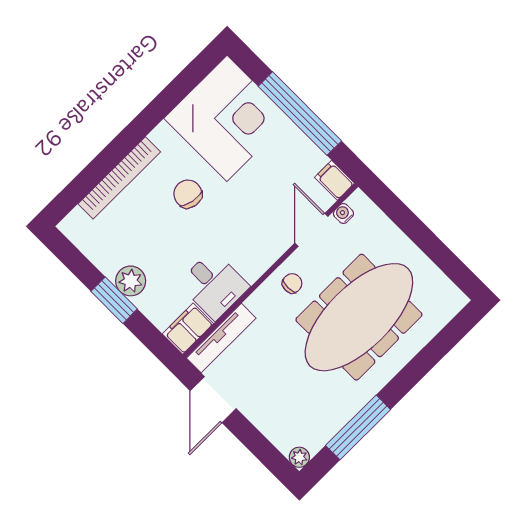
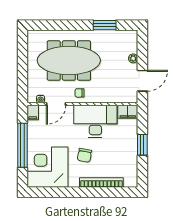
plant: (131, 281) -> (131, 146), removed
desk: (214, 285) -> (95, 121), width x1.87, depth x1.30
tv unit: (221, 338) -> (120, 98), removed
window: (358, 427) -> (105, 25), width x0.69
plant: (299, 457) -> (133, 58), moved

